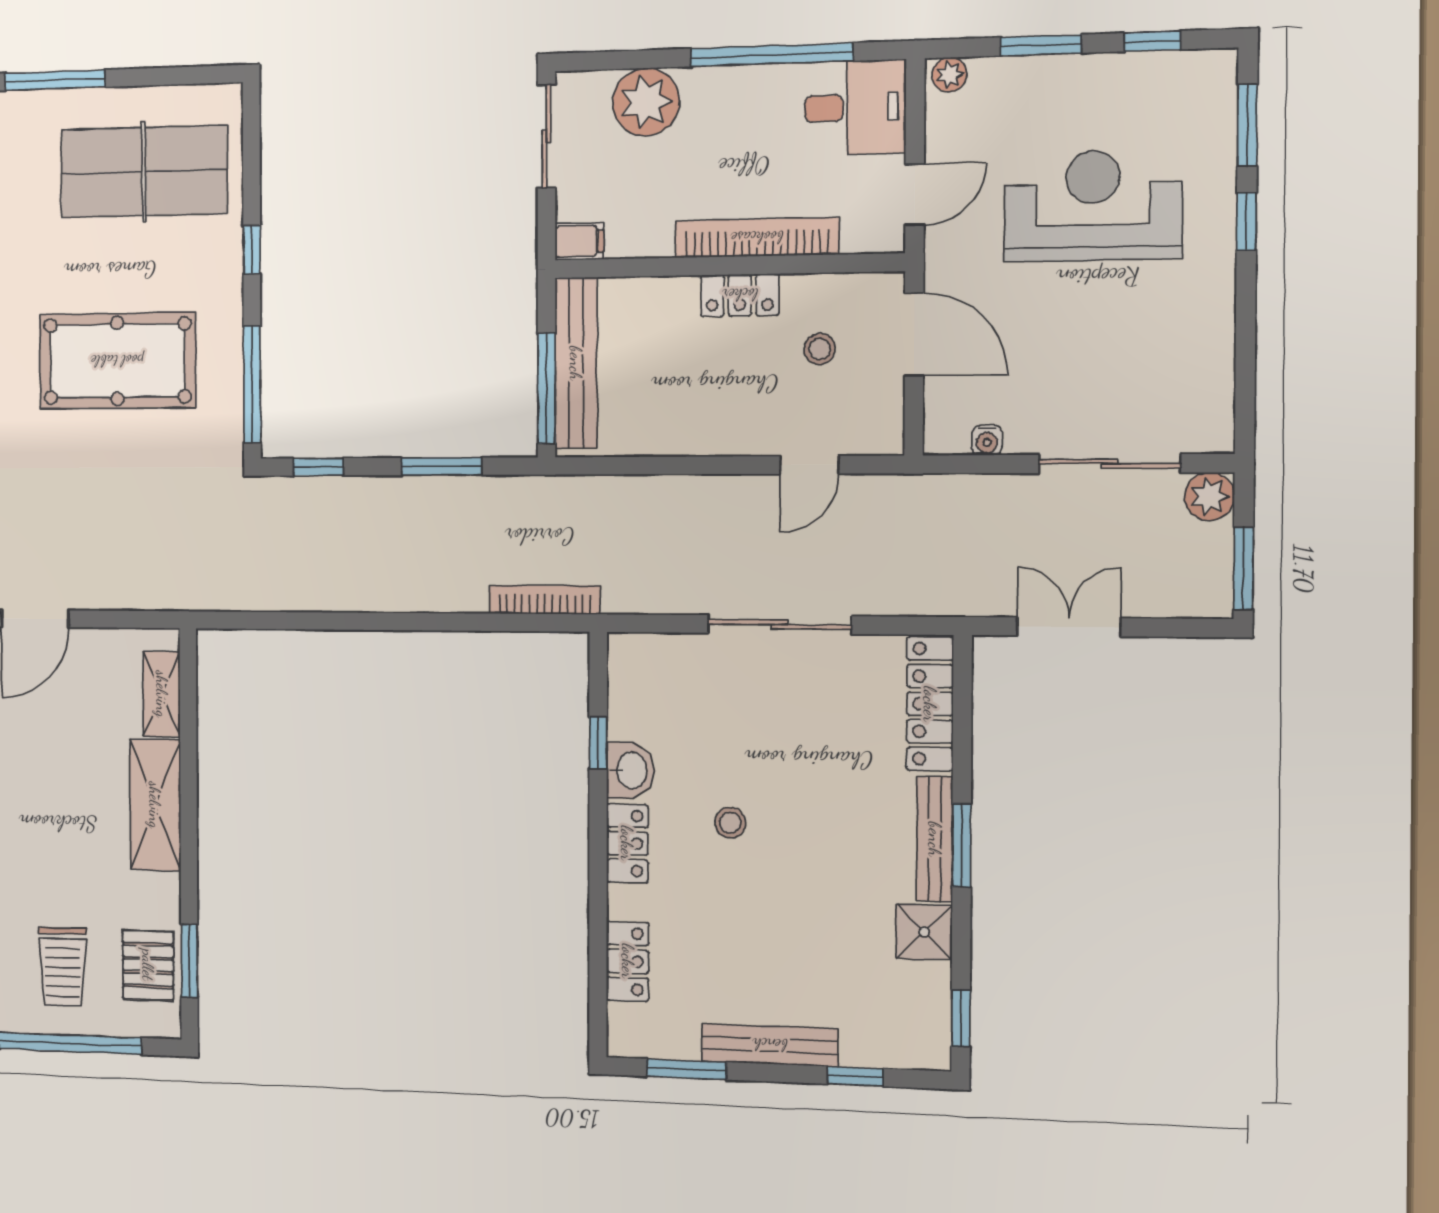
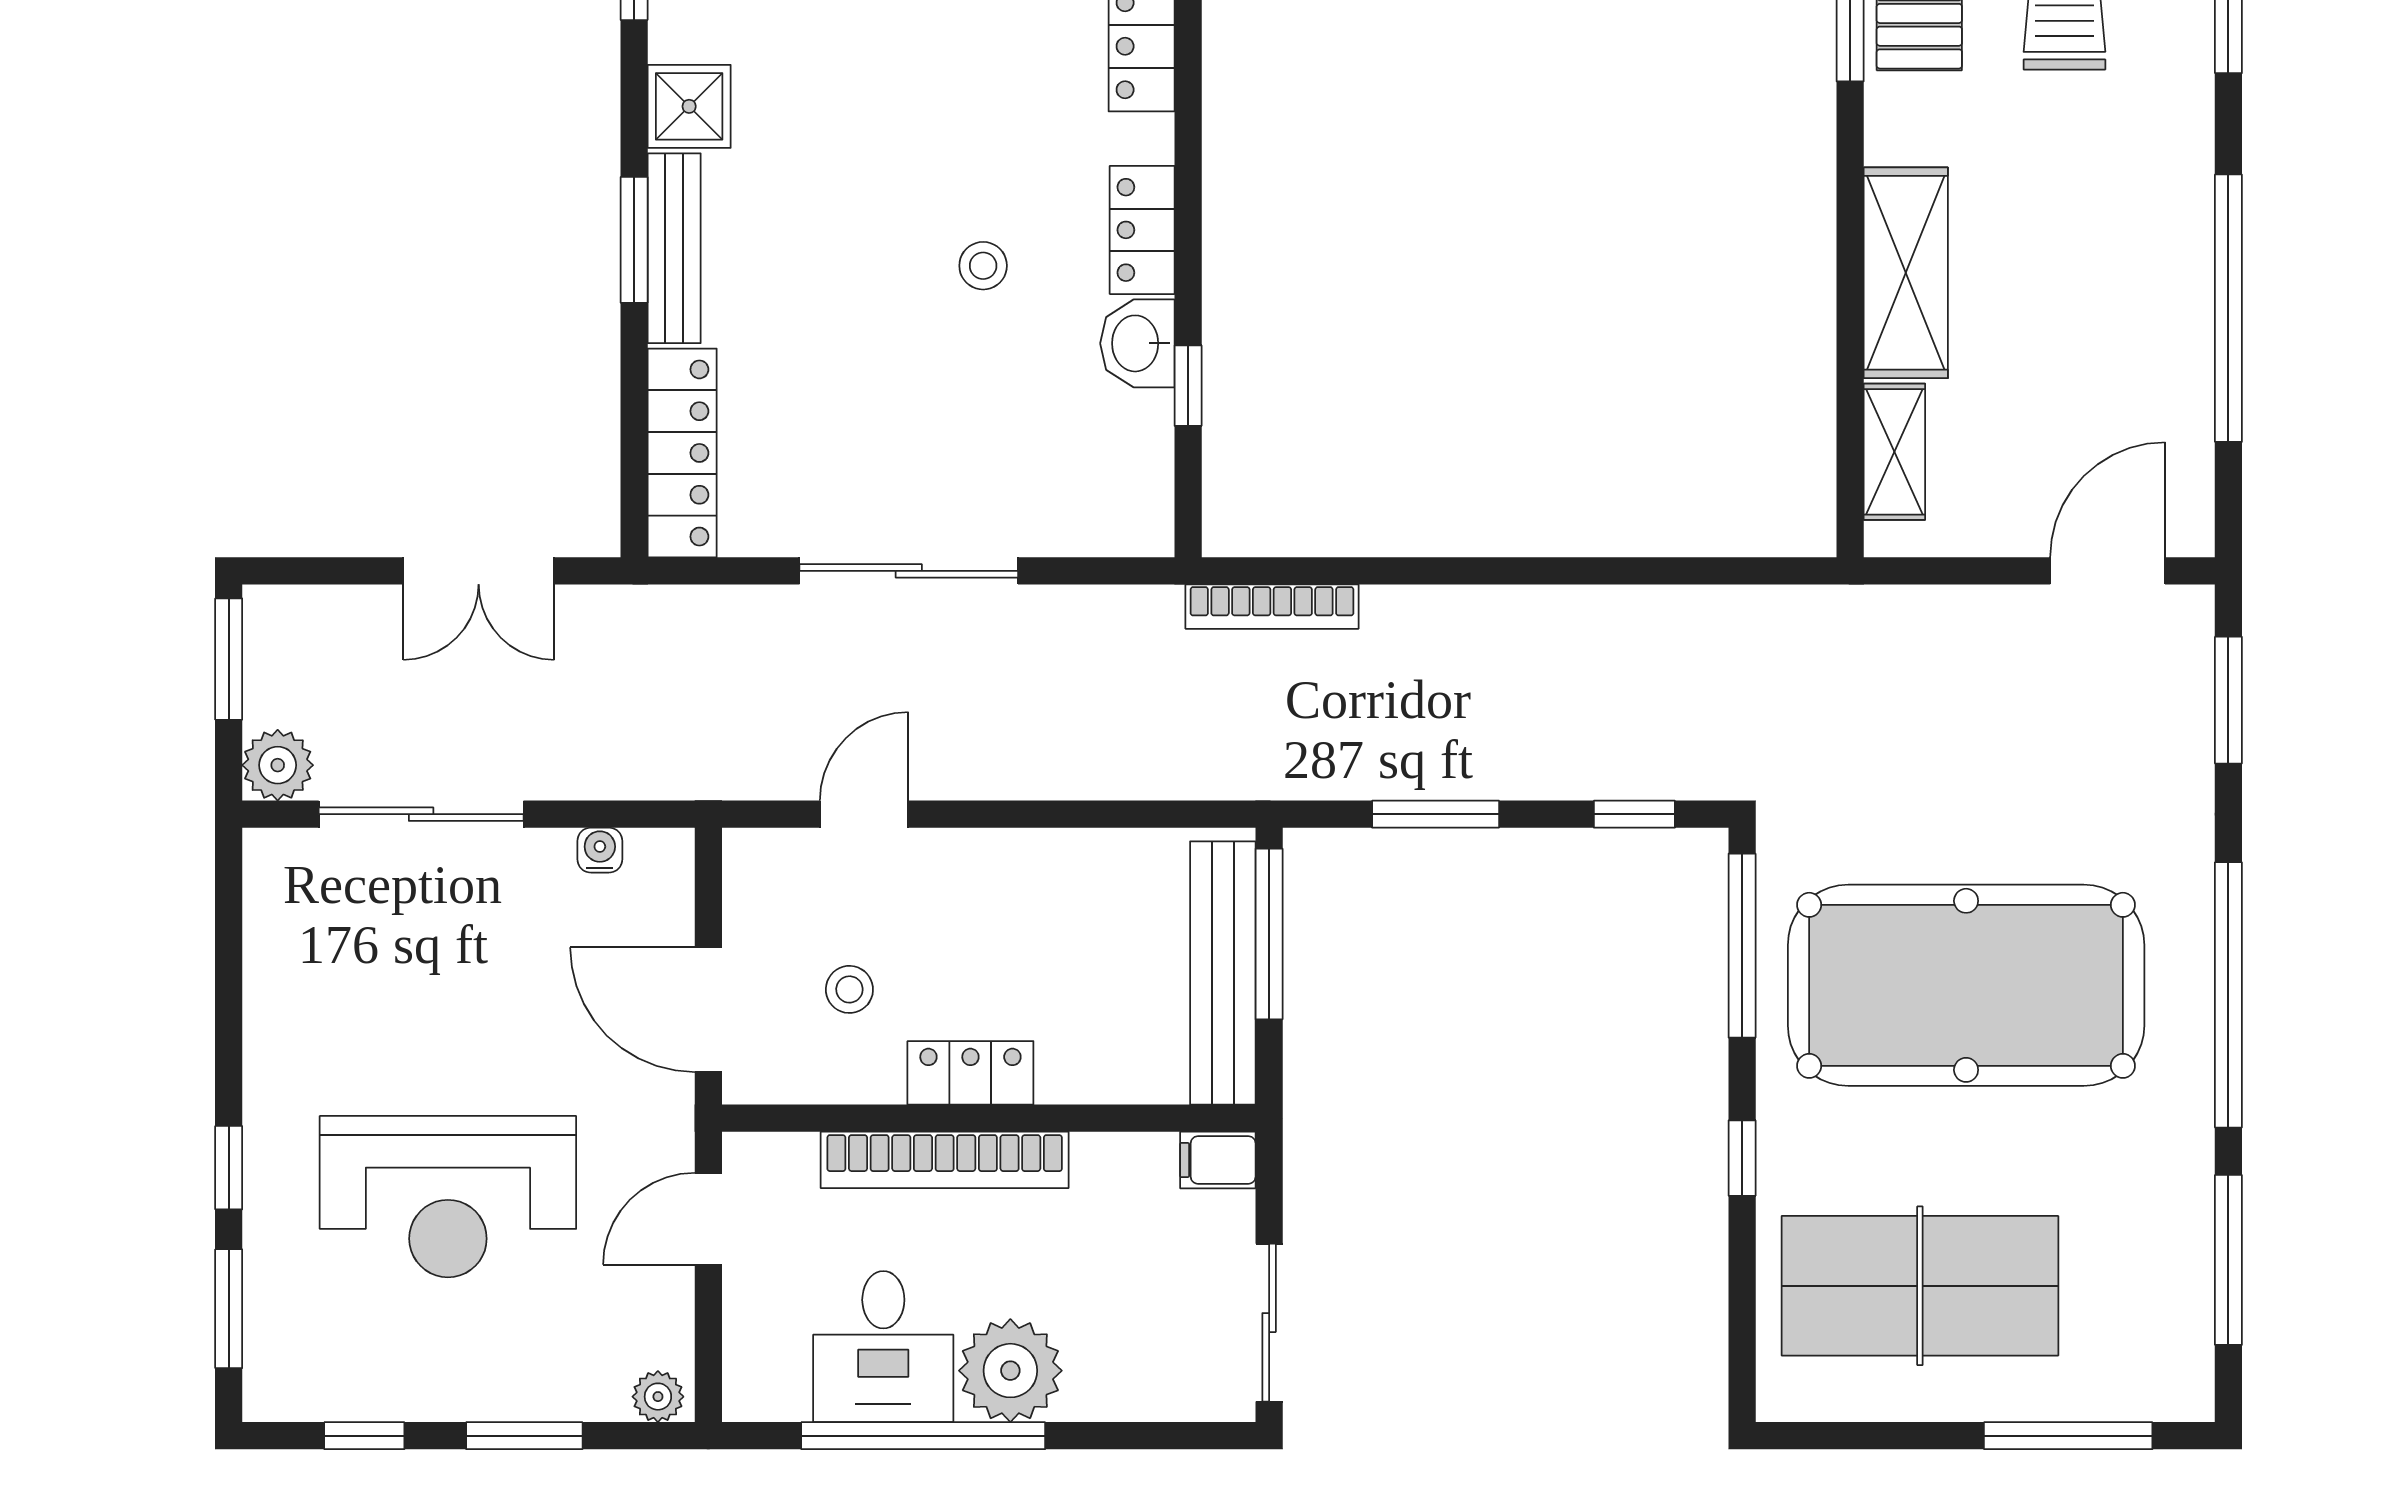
plant: (646, 102) -> (1010, 1371), moved
desk: (855, 108) -> (883, 1347), moved, turned -90
pool table: (117, 361) -> (1966, 985), width x1.36, depth x1.32

